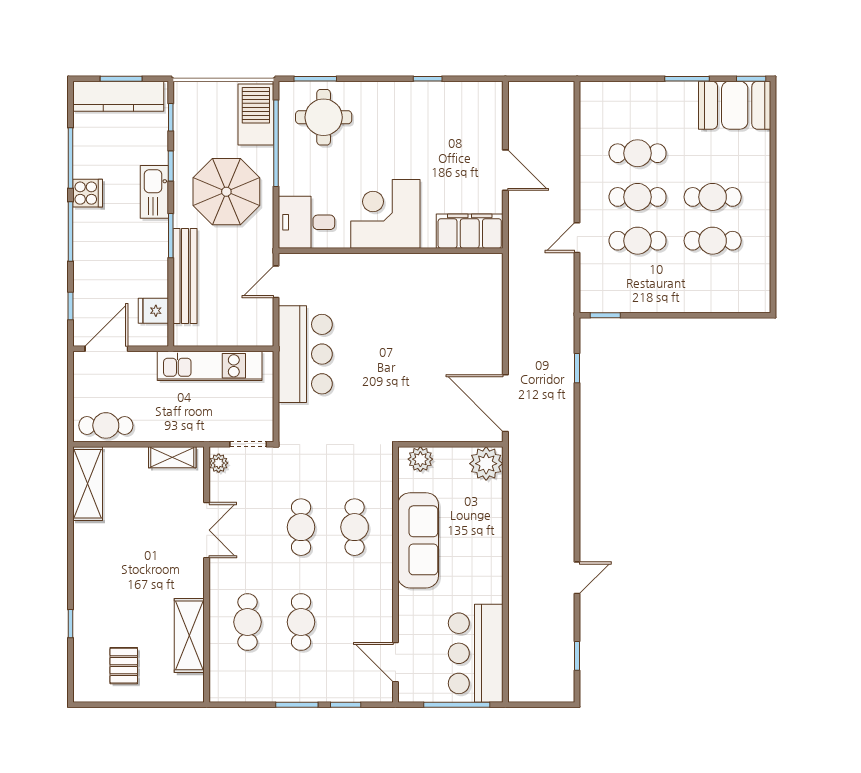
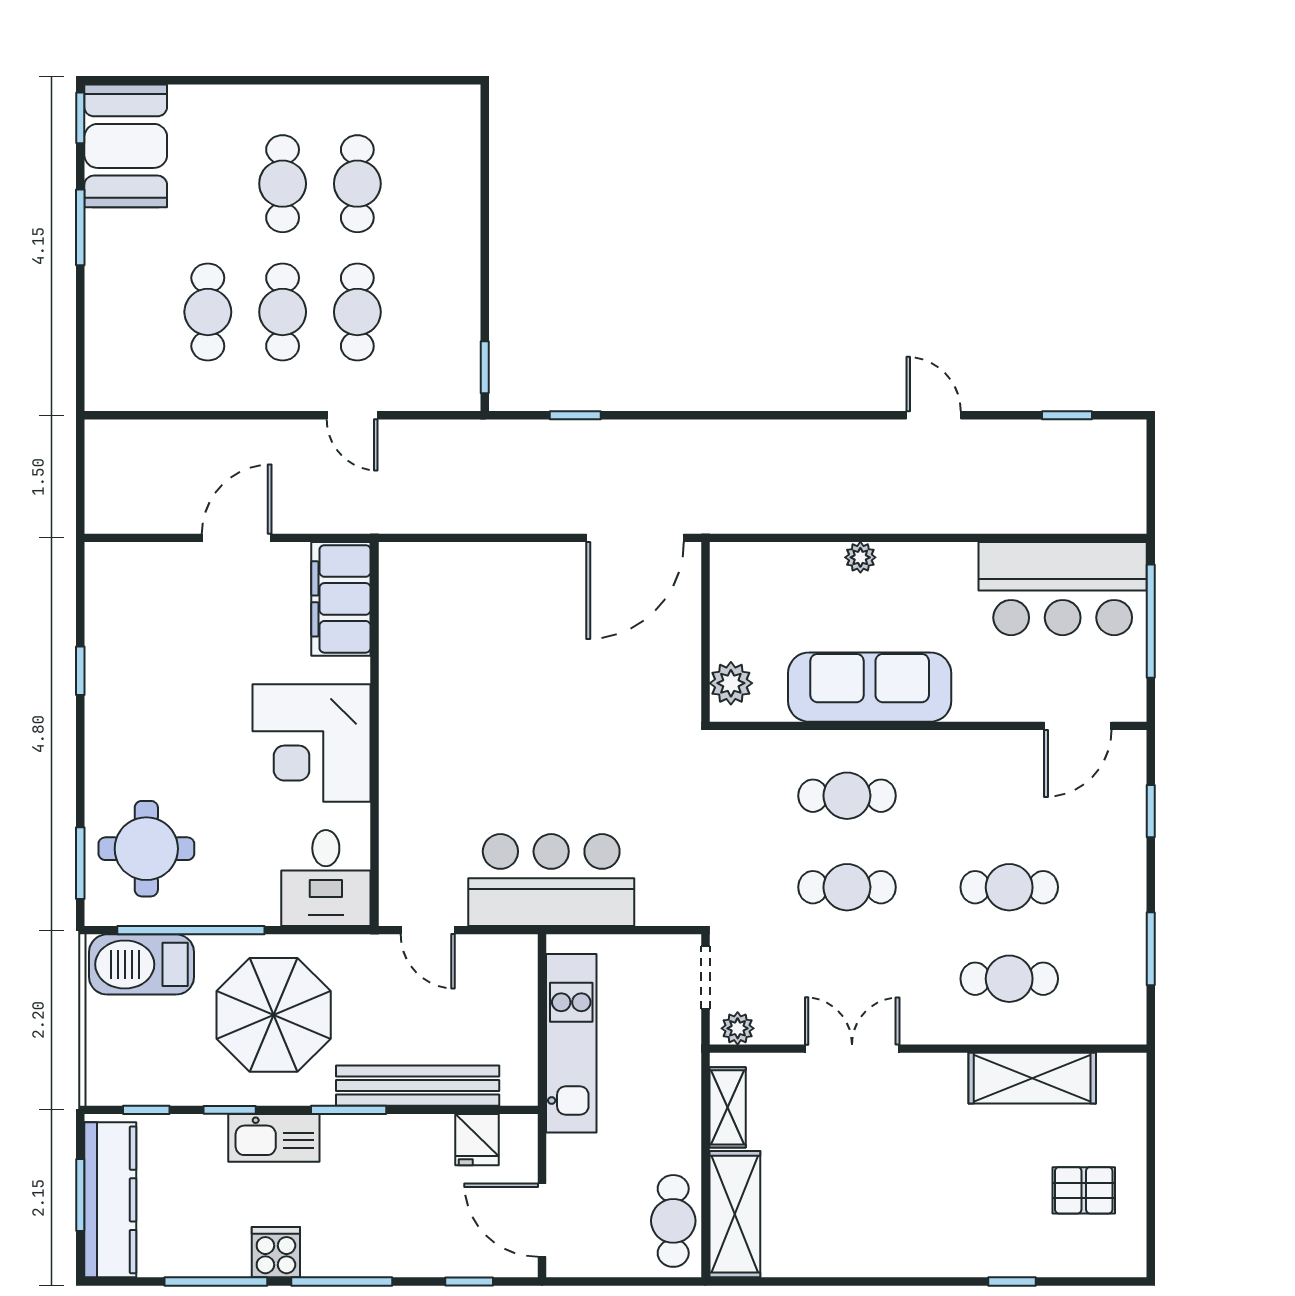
plant: (486, 464) -> (860, 557), moved, width x0.53, depth x0.53
shelving: (88, 484) -> (735, 1214), moved, turned 90
window: (297, 705) -> (1151, 949), moved

